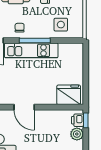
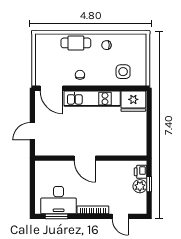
window: (35, 40) -> (96, 88), removed
fridge: (69, 95) -> (133, 101), moved, turned 180
window: (86, 120) -> (149, 184), moved

